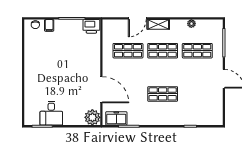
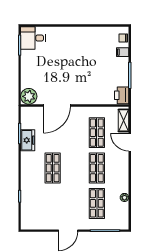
shelving: (158, 24) -> (124, 120), moved
desk: (51, 113) -> (33, 38), moved
freezer: (116, 118) -> (28, 140), moved

